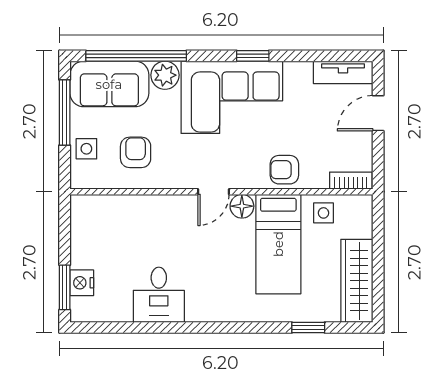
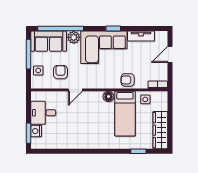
tv unit: (343, 72) -> (141, 36), moved
door: (213, 192) -> (75, 90), moved
desk: (159, 295) -> (43, 113), moved, turned 90

